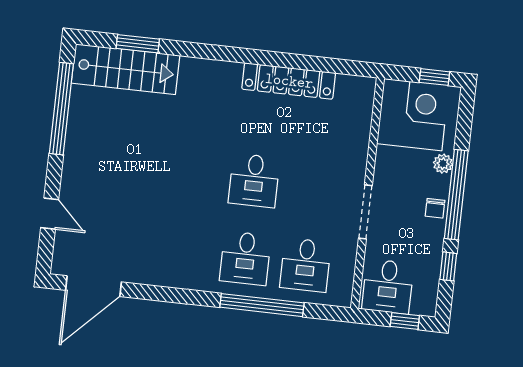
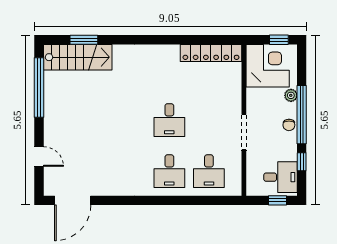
locker: (289, 81) -> (211, 53), moved
desk: (388, 286) -> (281, 177), moved, turned -90
window: (262, 305) -> (184, 200), removed

